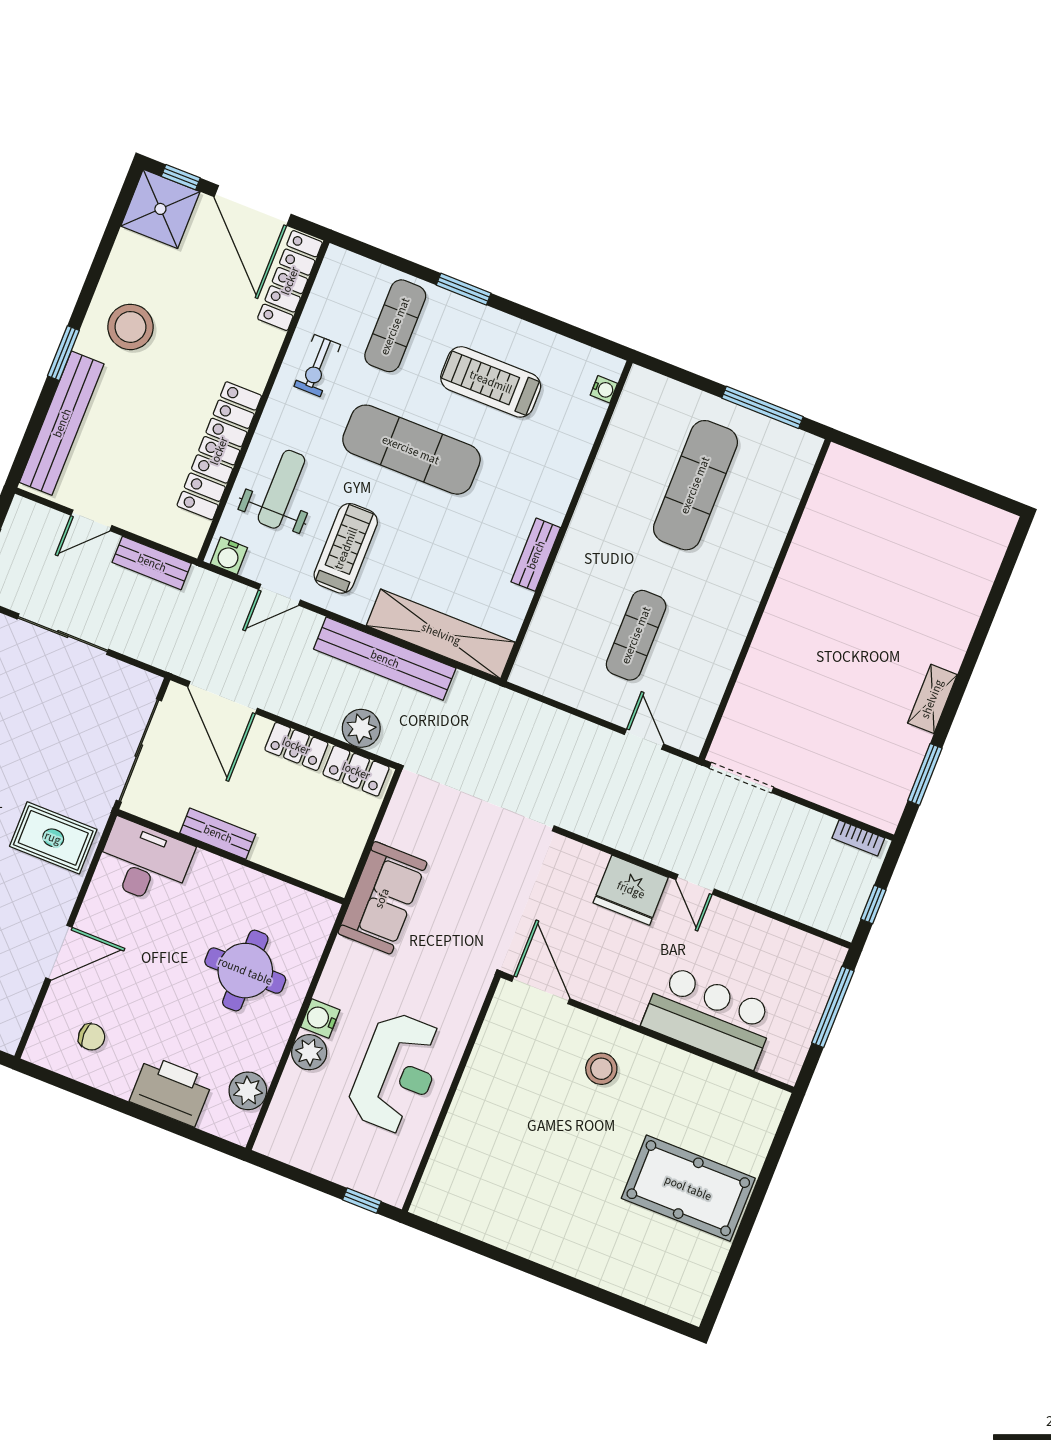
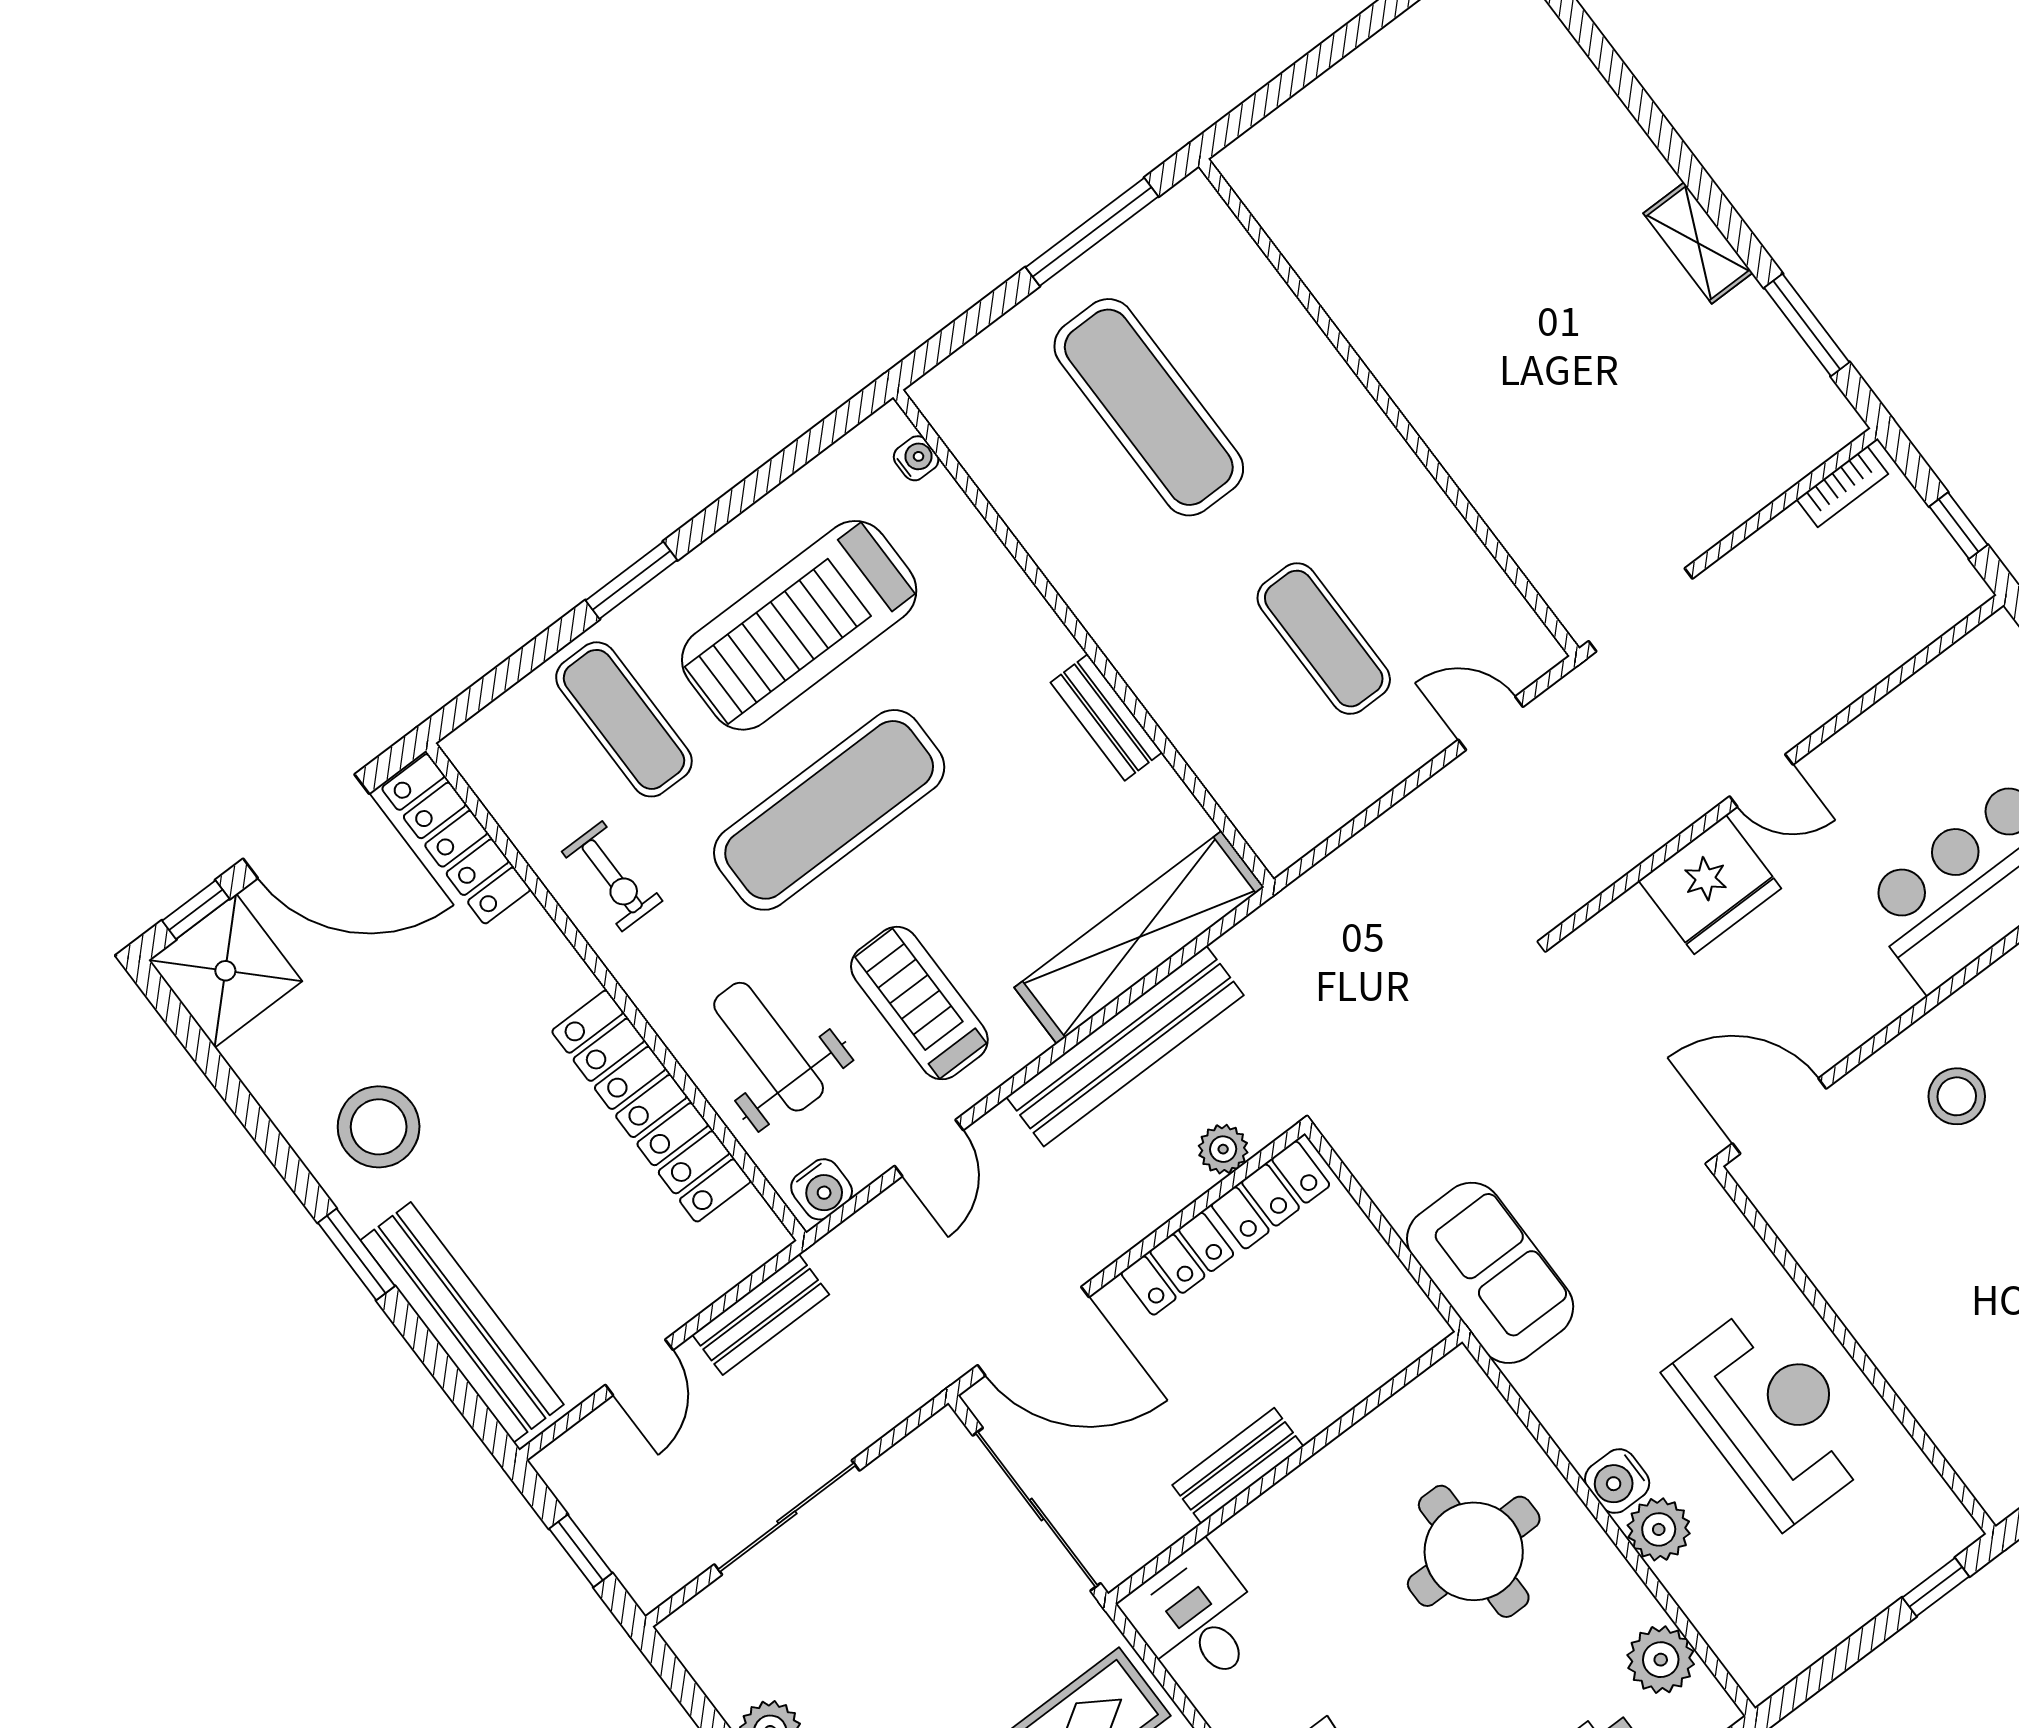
treadmill: (491, 382) -> (799, 625), width x1.37, depth x1.38
plant: (361, 728) -> (1223, 1149), width x0.73, depth x0.73
desk: (144, 862) -> (1197, 1618), width x0.73

